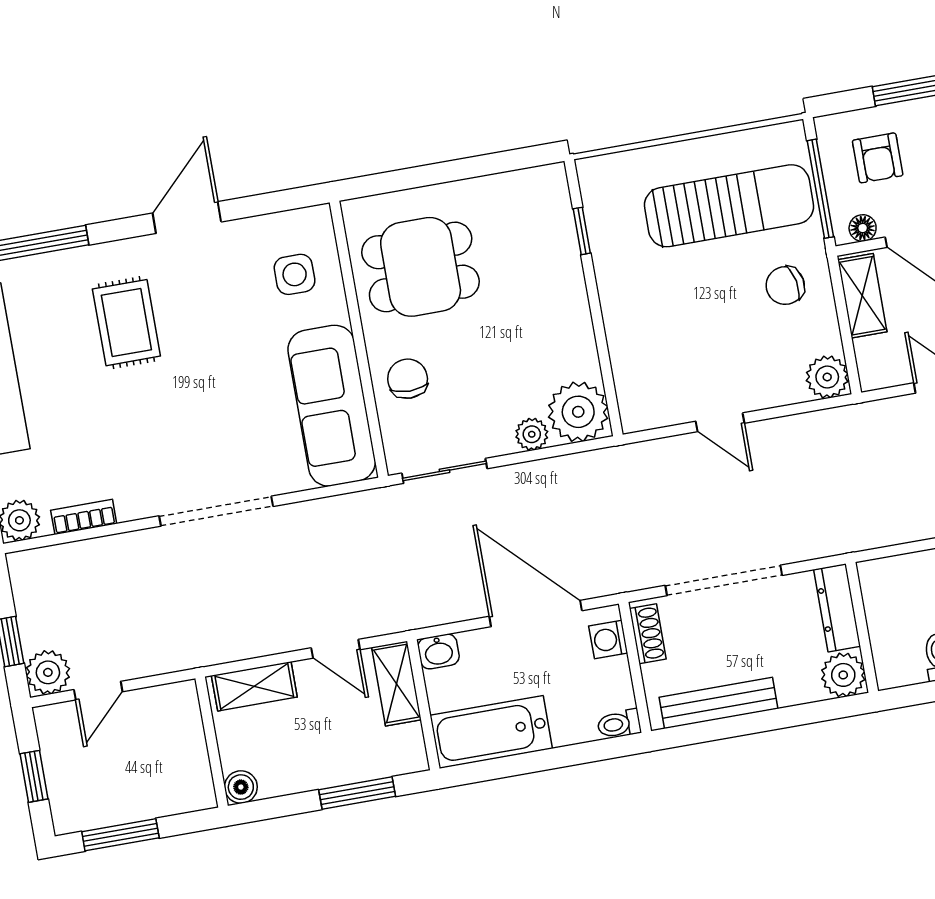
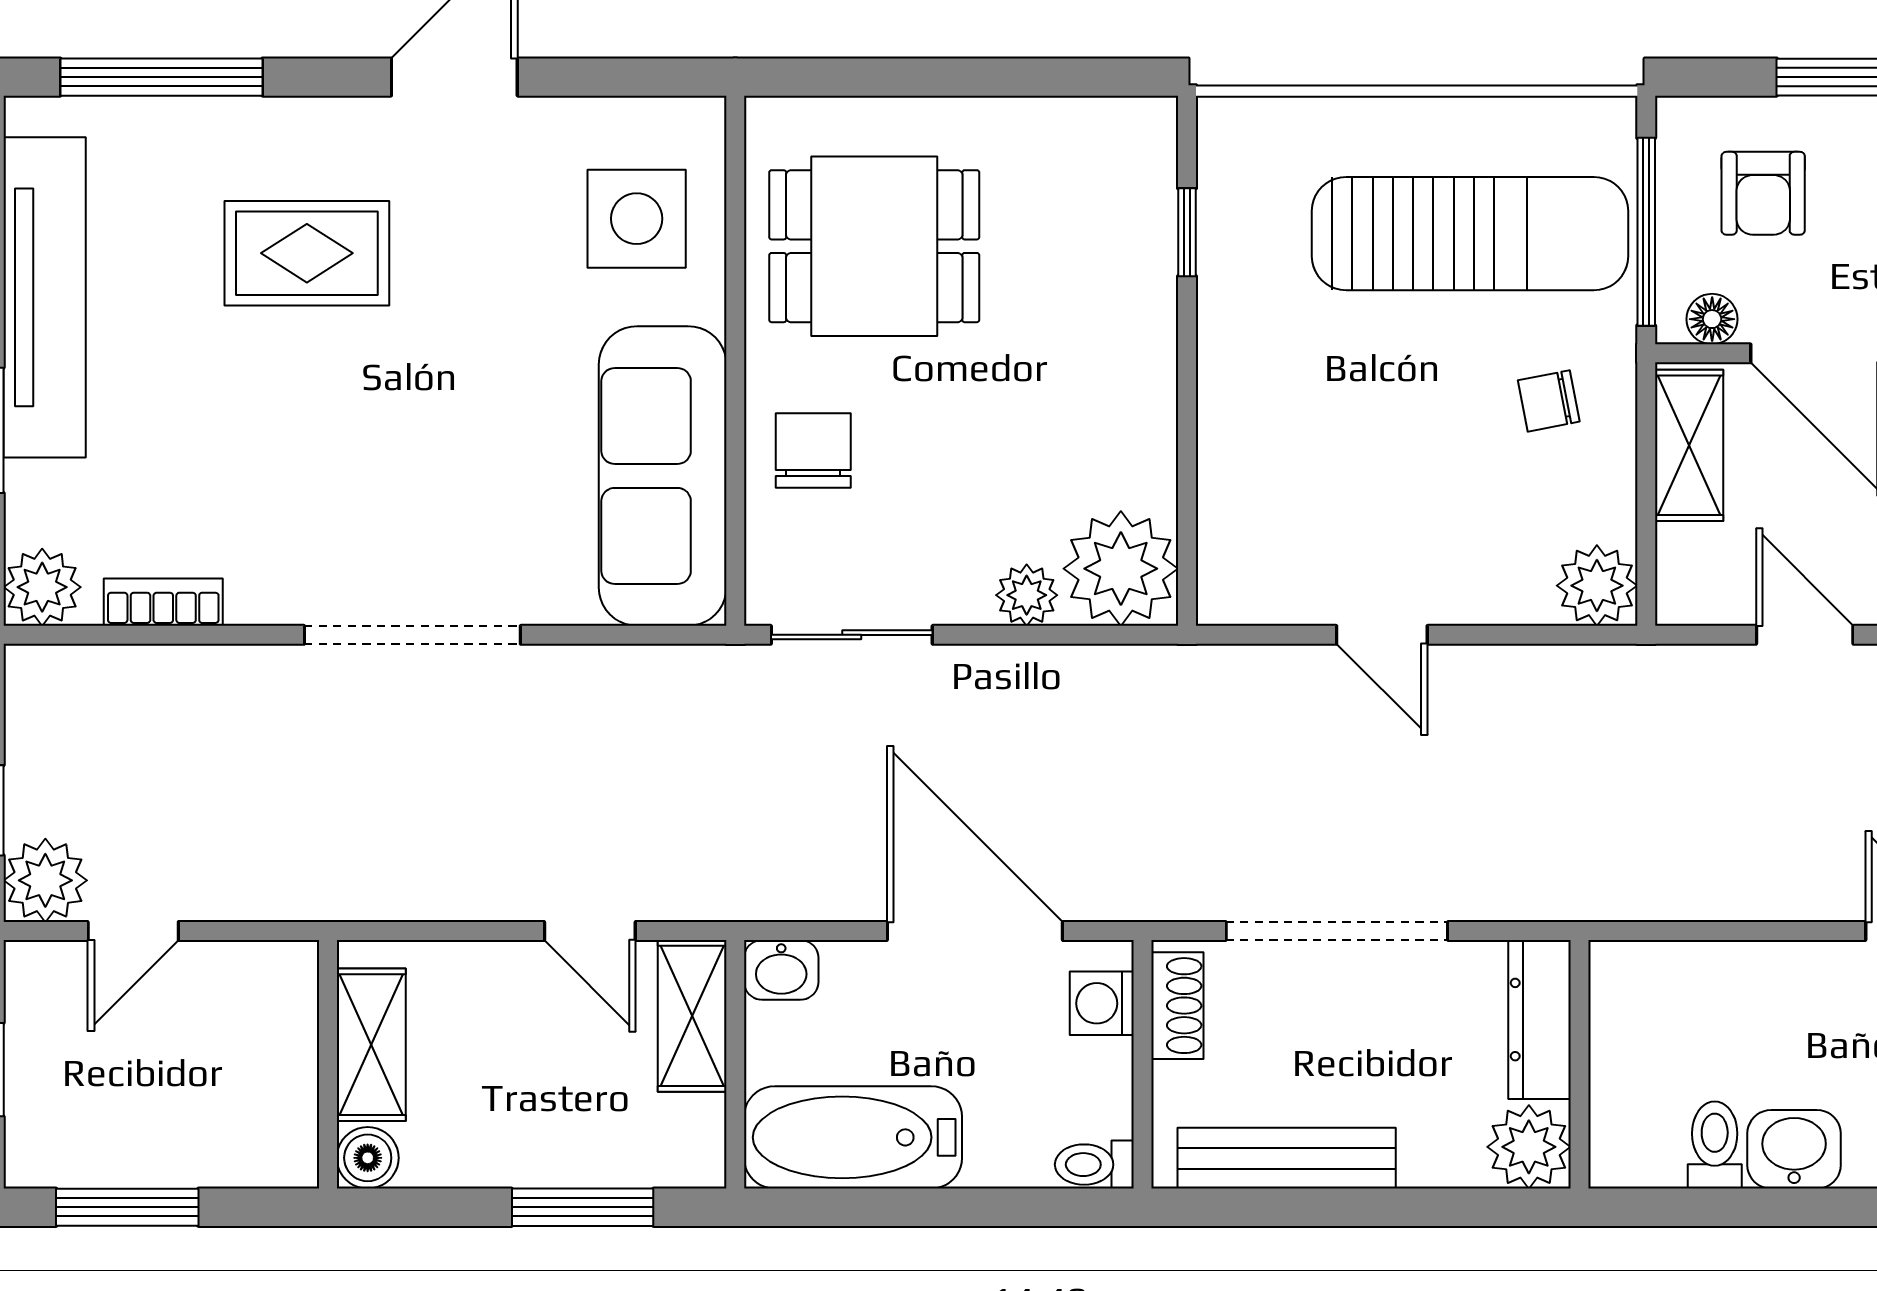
side table: (295, 274) -> (637, 219), width x1.37, depth x1.37
chair: (785, 286) -> (1549, 401), width x0.73, depth x0.73
rug: (126, 323) -> (307, 253), turned 90
shelving: (254, 686) -> (371, 1045), moved, turned 90

